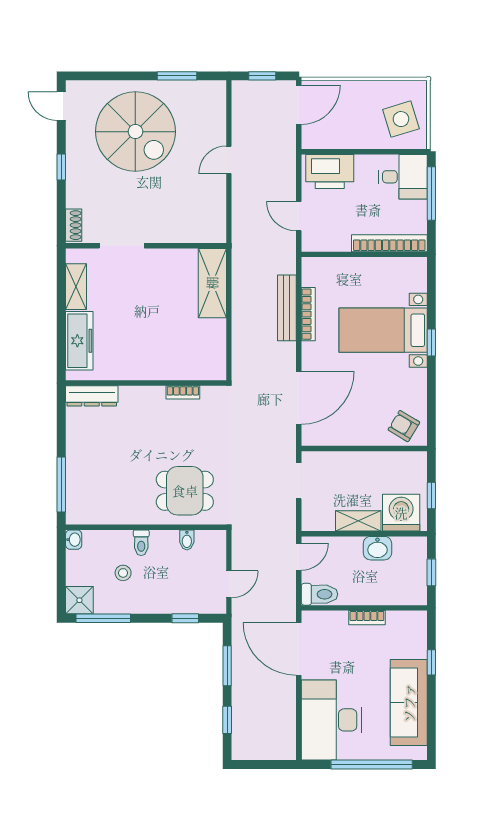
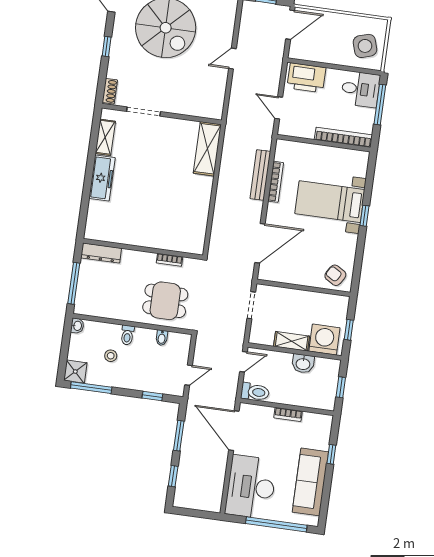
wall: (146, 383) -> (143, 249), moved
bookcase: (183, 392) -> (169, 260), moved
dresser: (92, 396) -> (101, 253), moved

